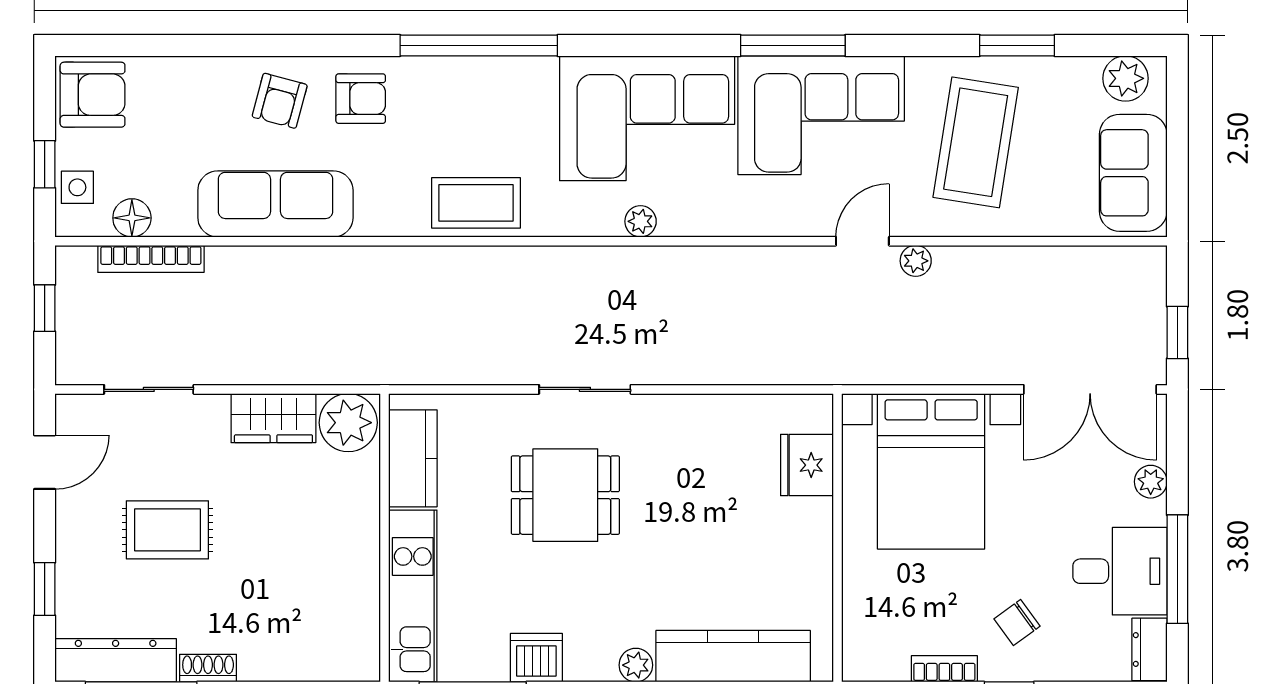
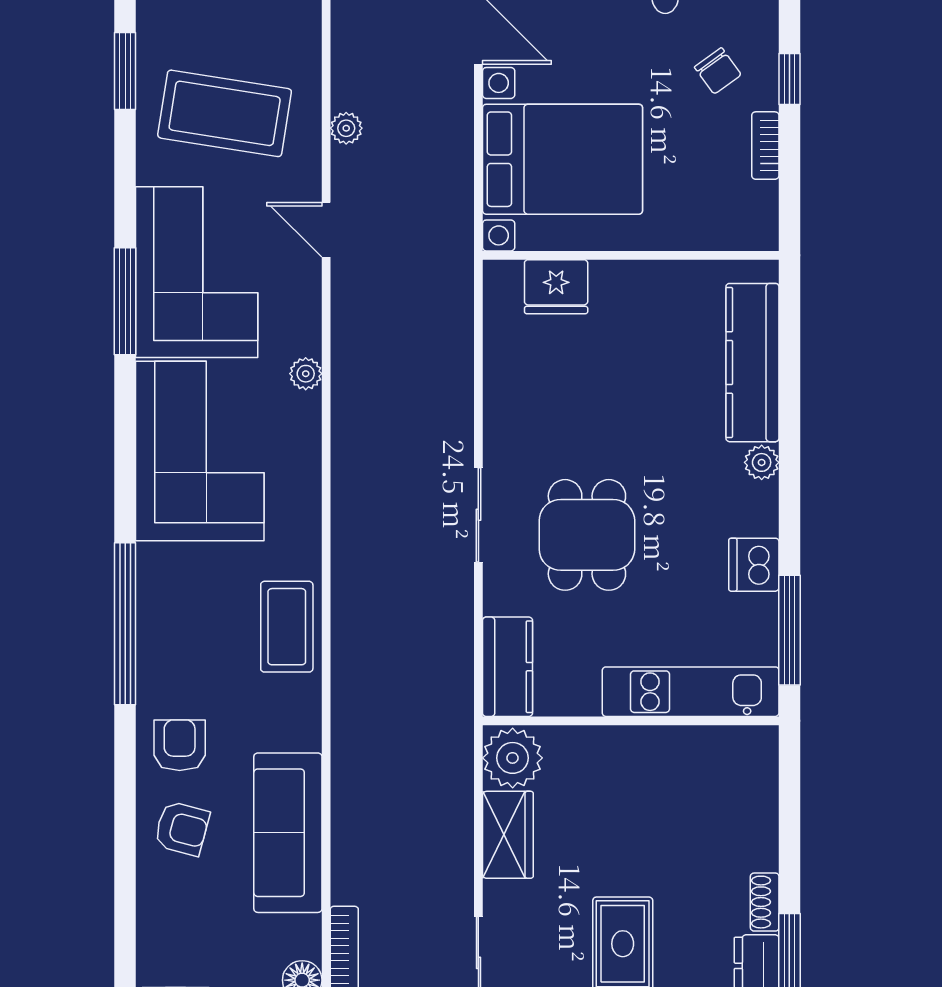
plant: (641, 221) -> (306, 374), moved
plant: (916, 261) -> (346, 128), moved
kitchen counter: (413, 458) -> (508, 667), moved, turned 90

